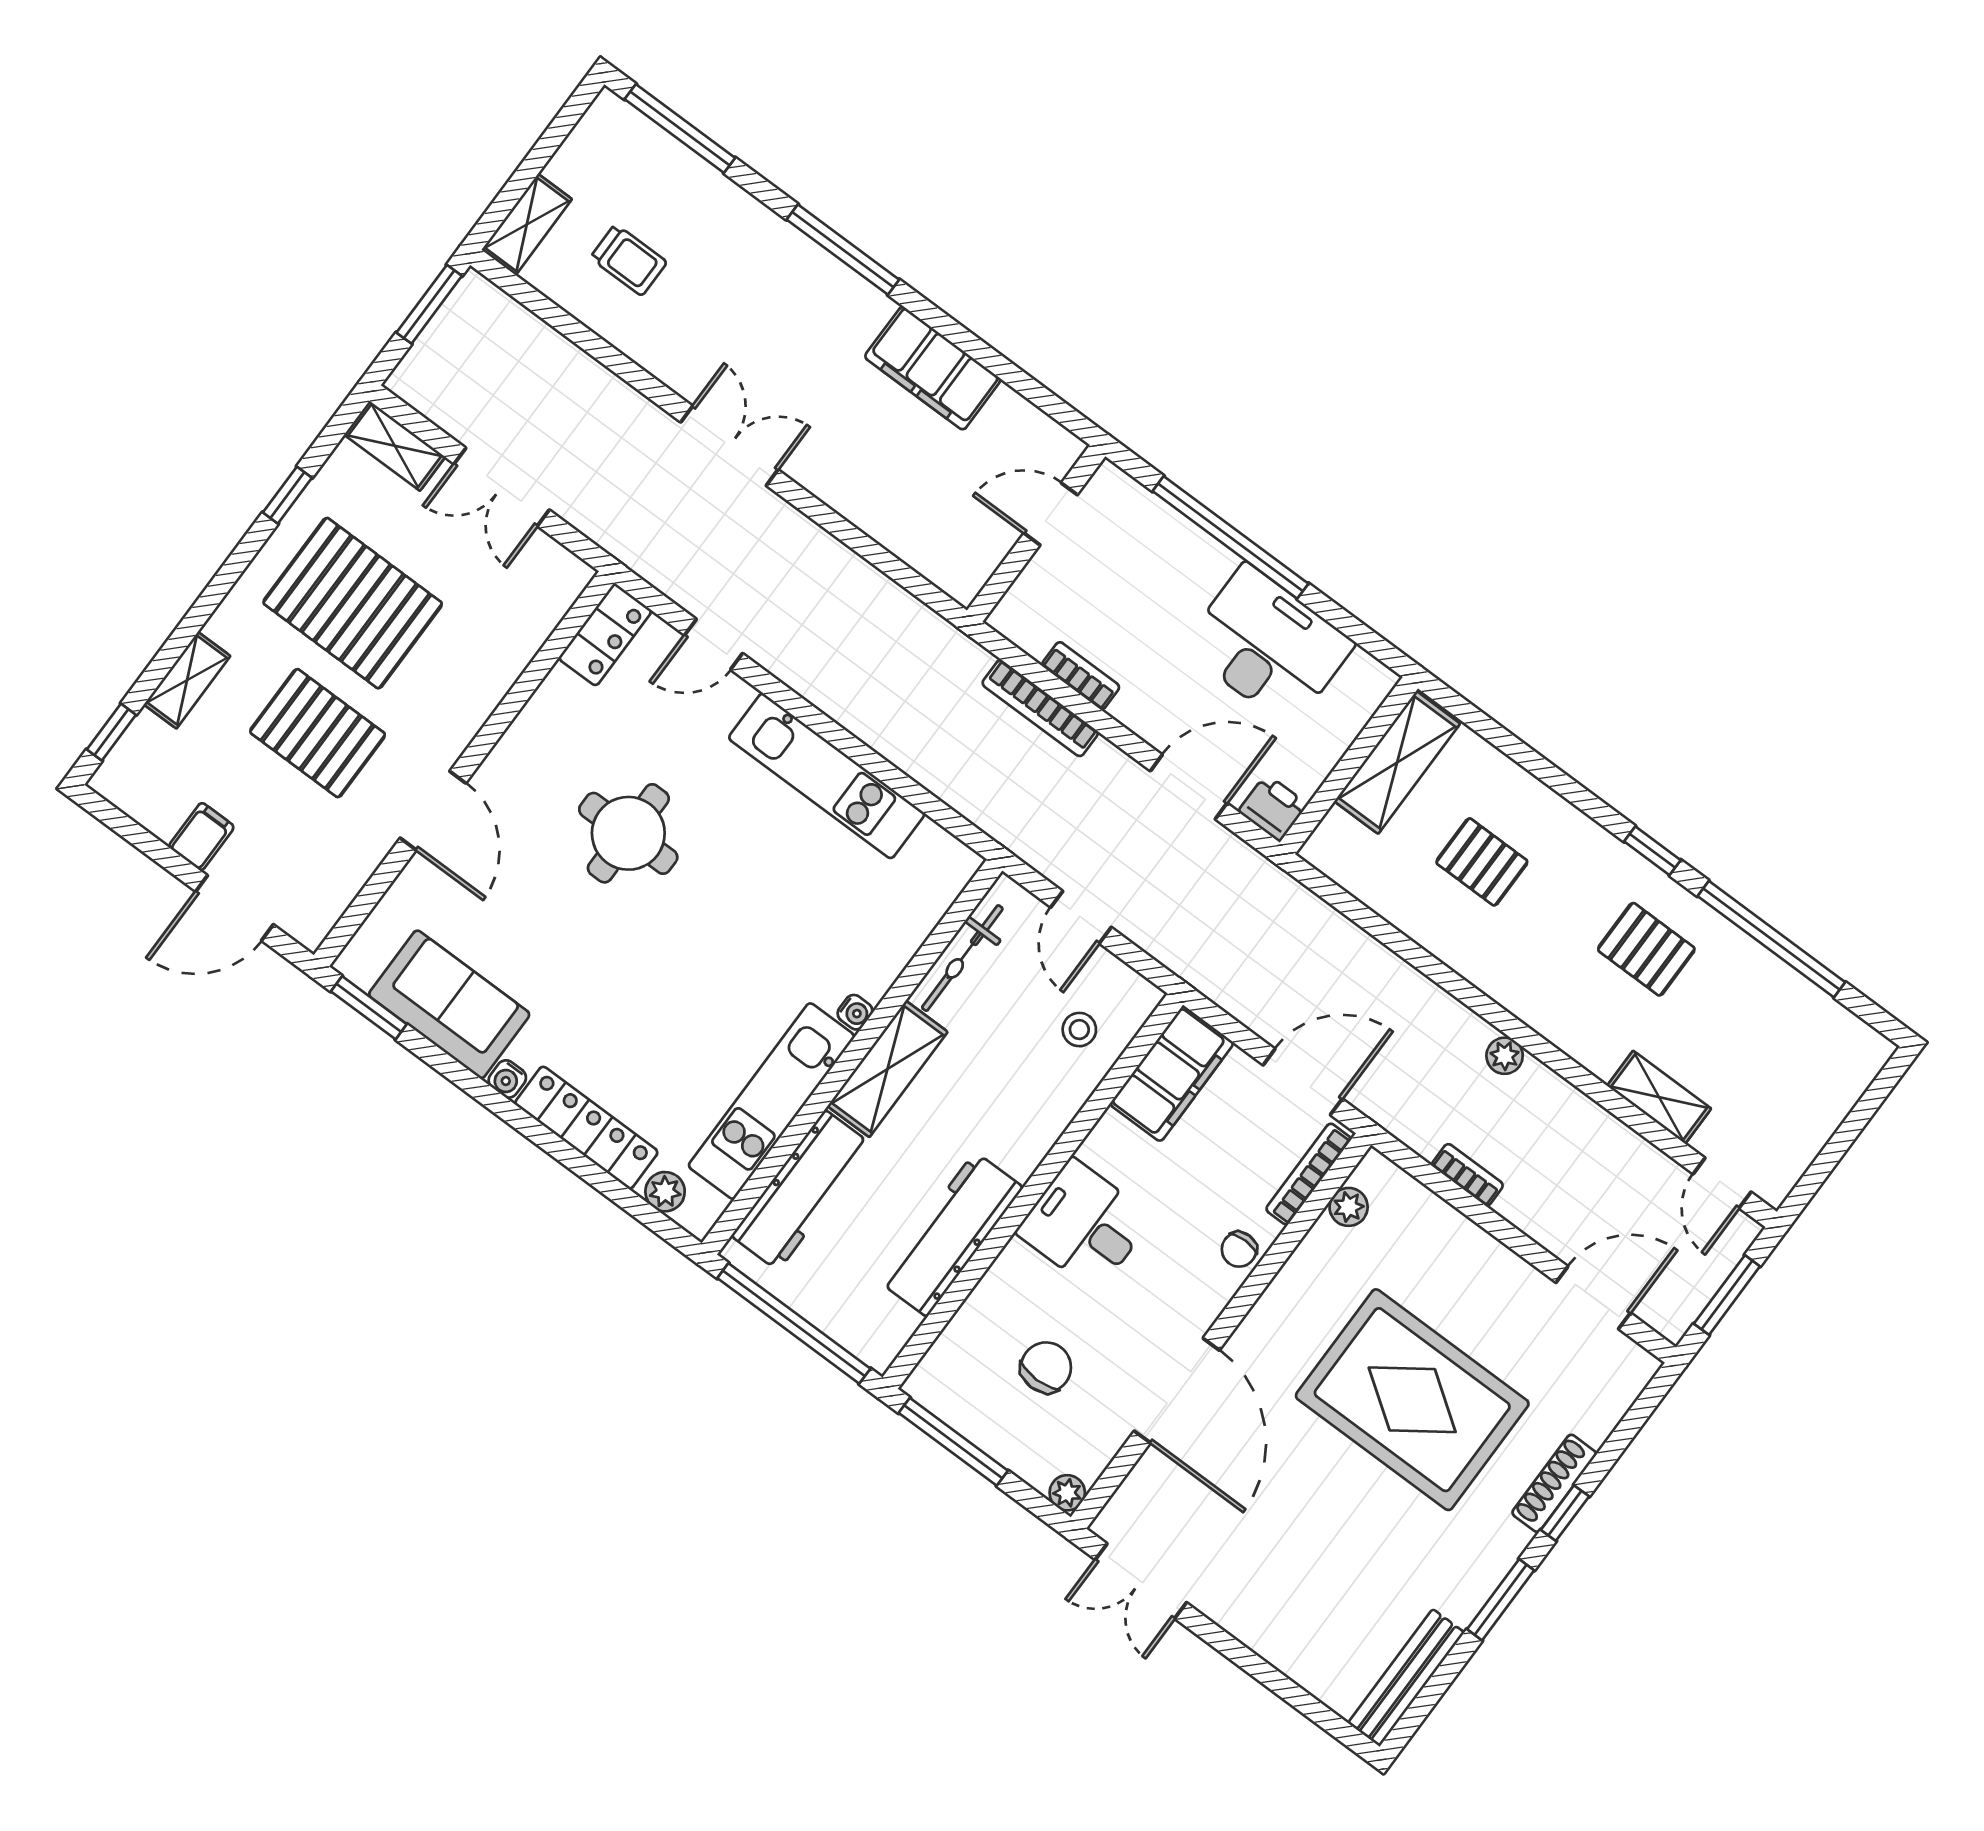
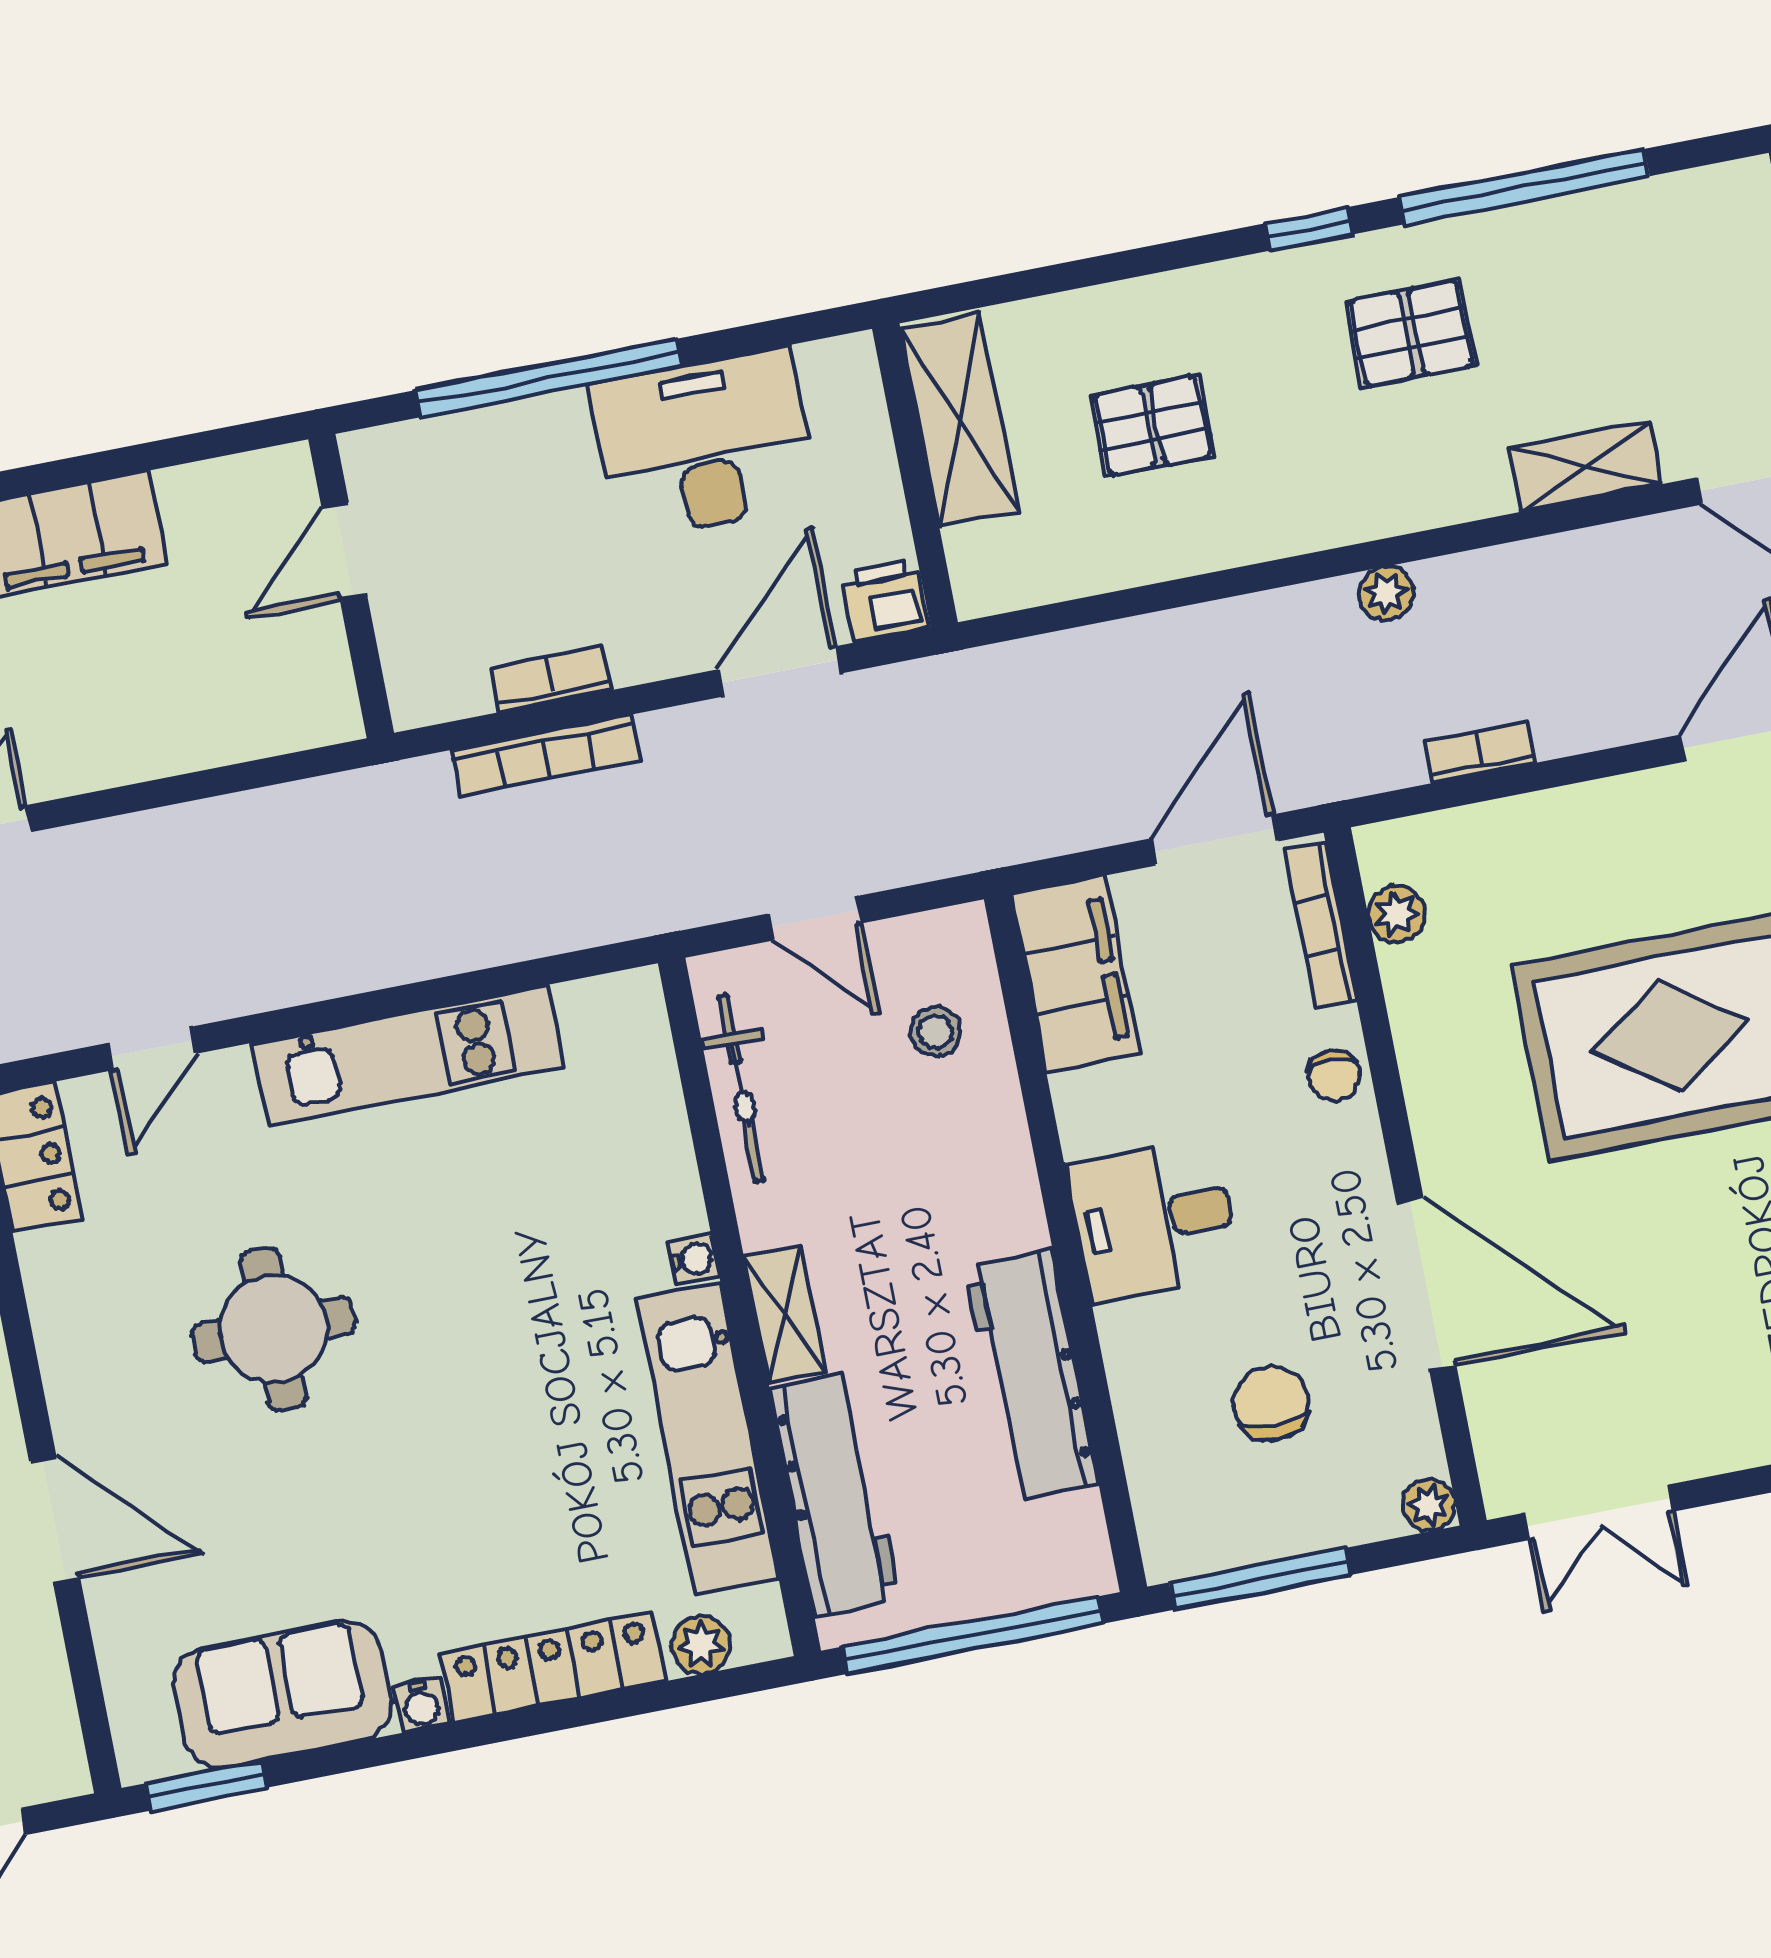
shelving: (887, 1069) -> (785, 1314), width x0.67, depth x0.75

